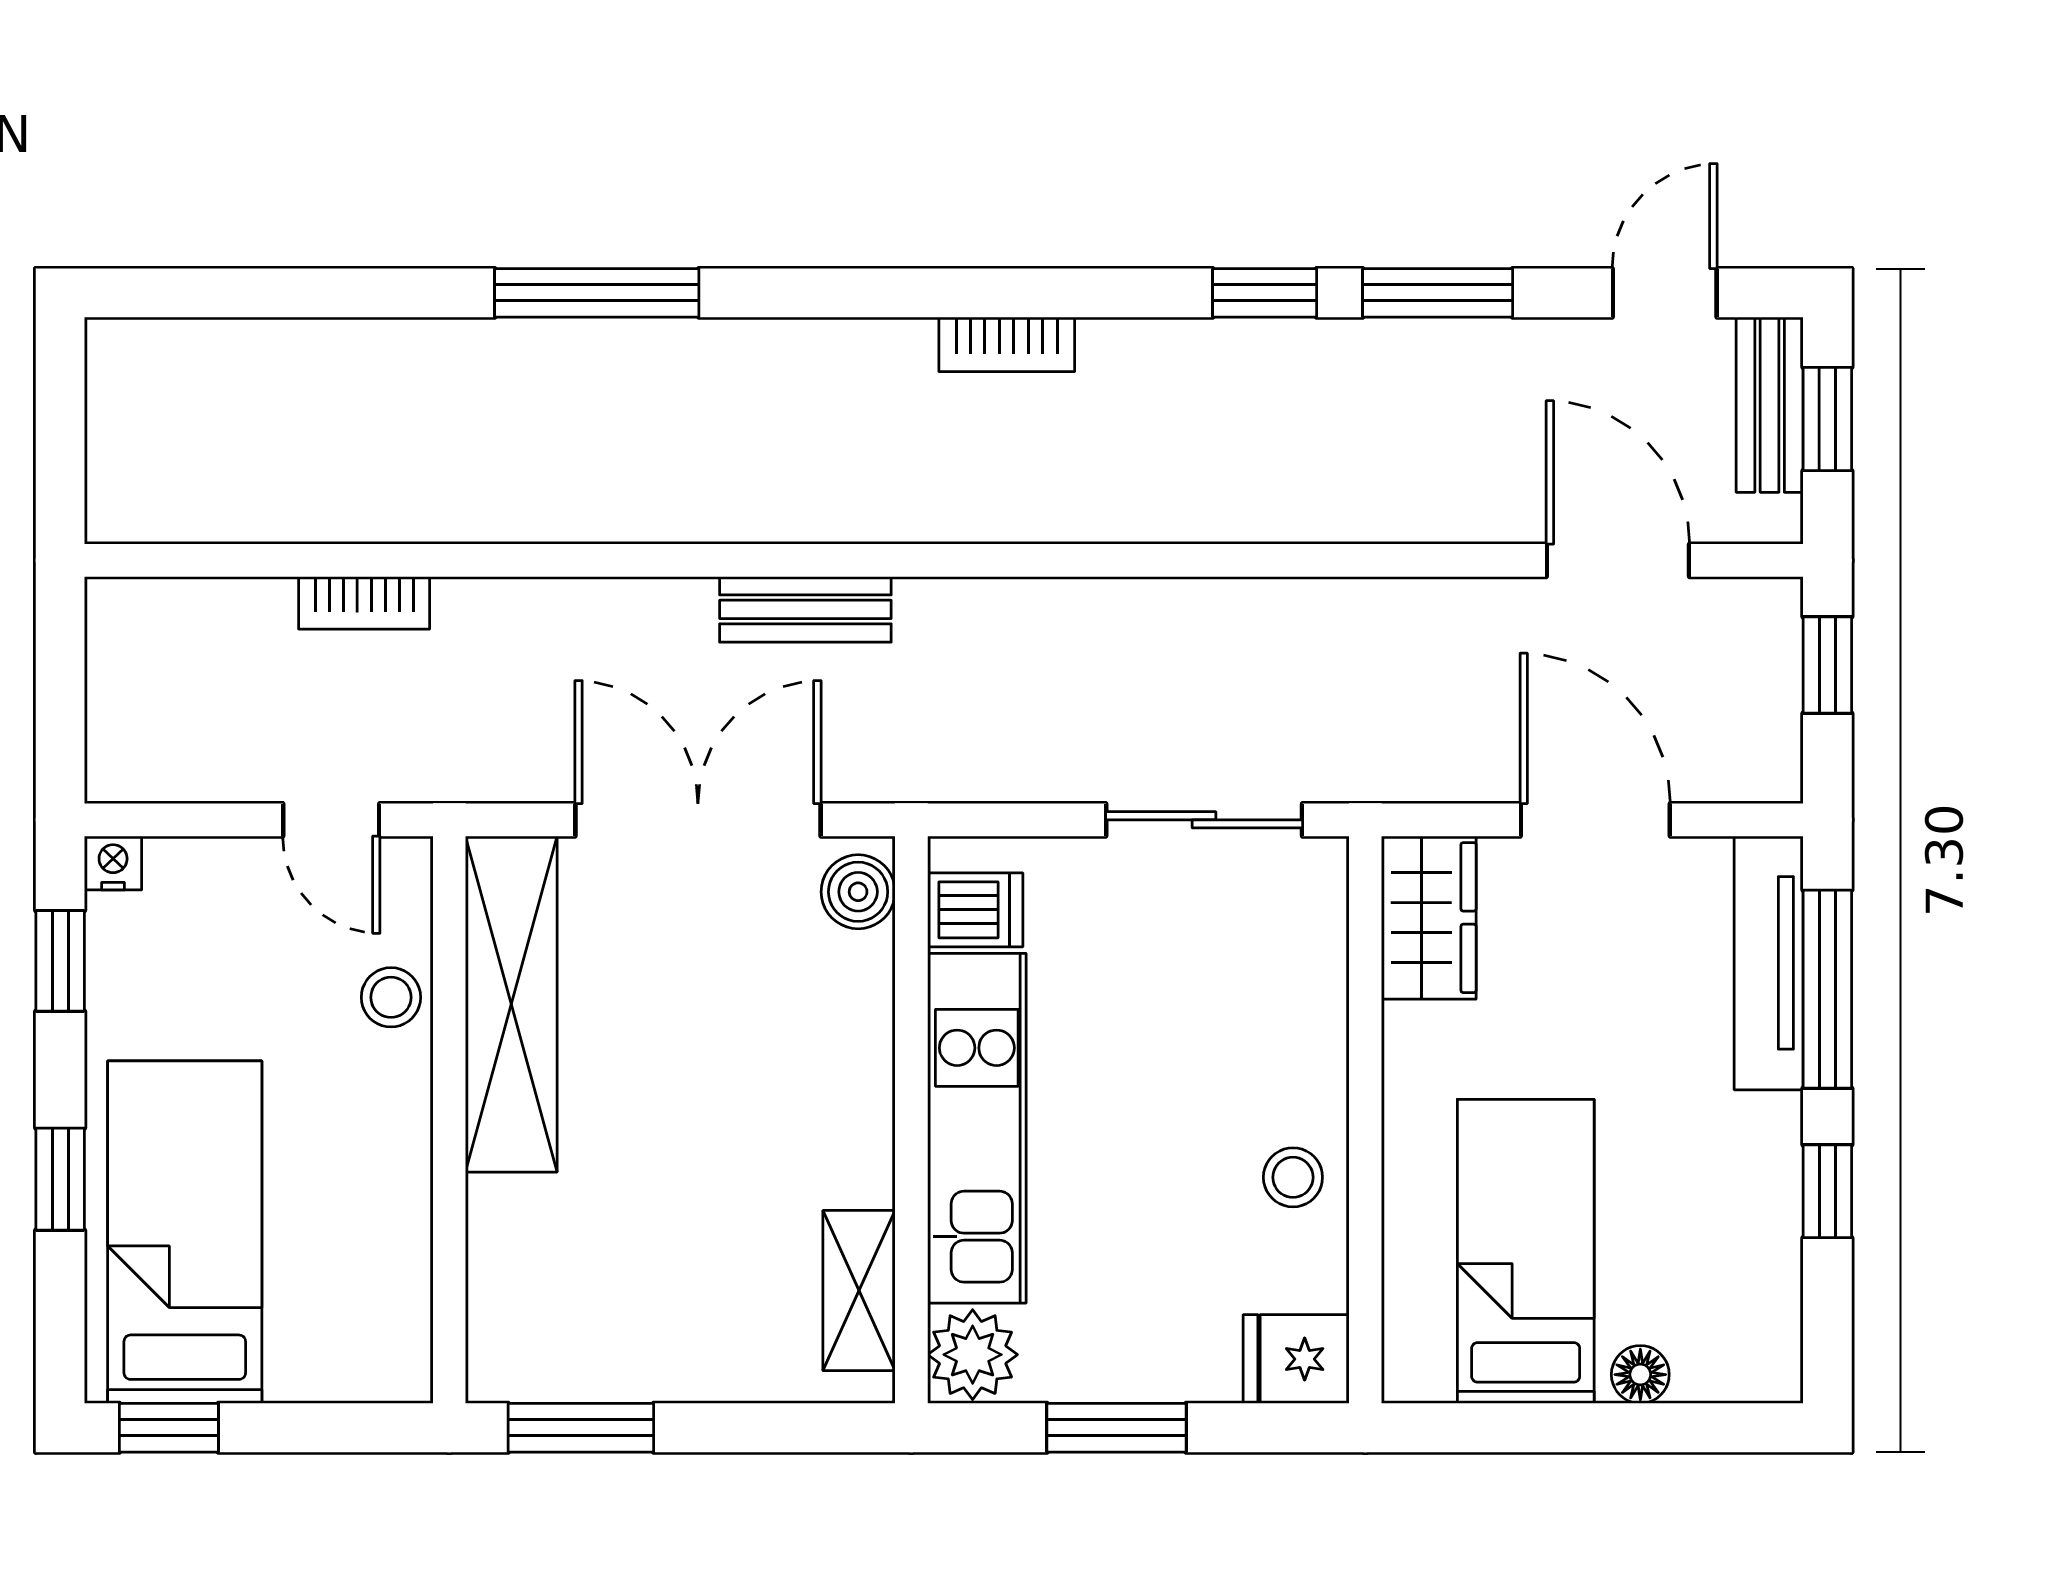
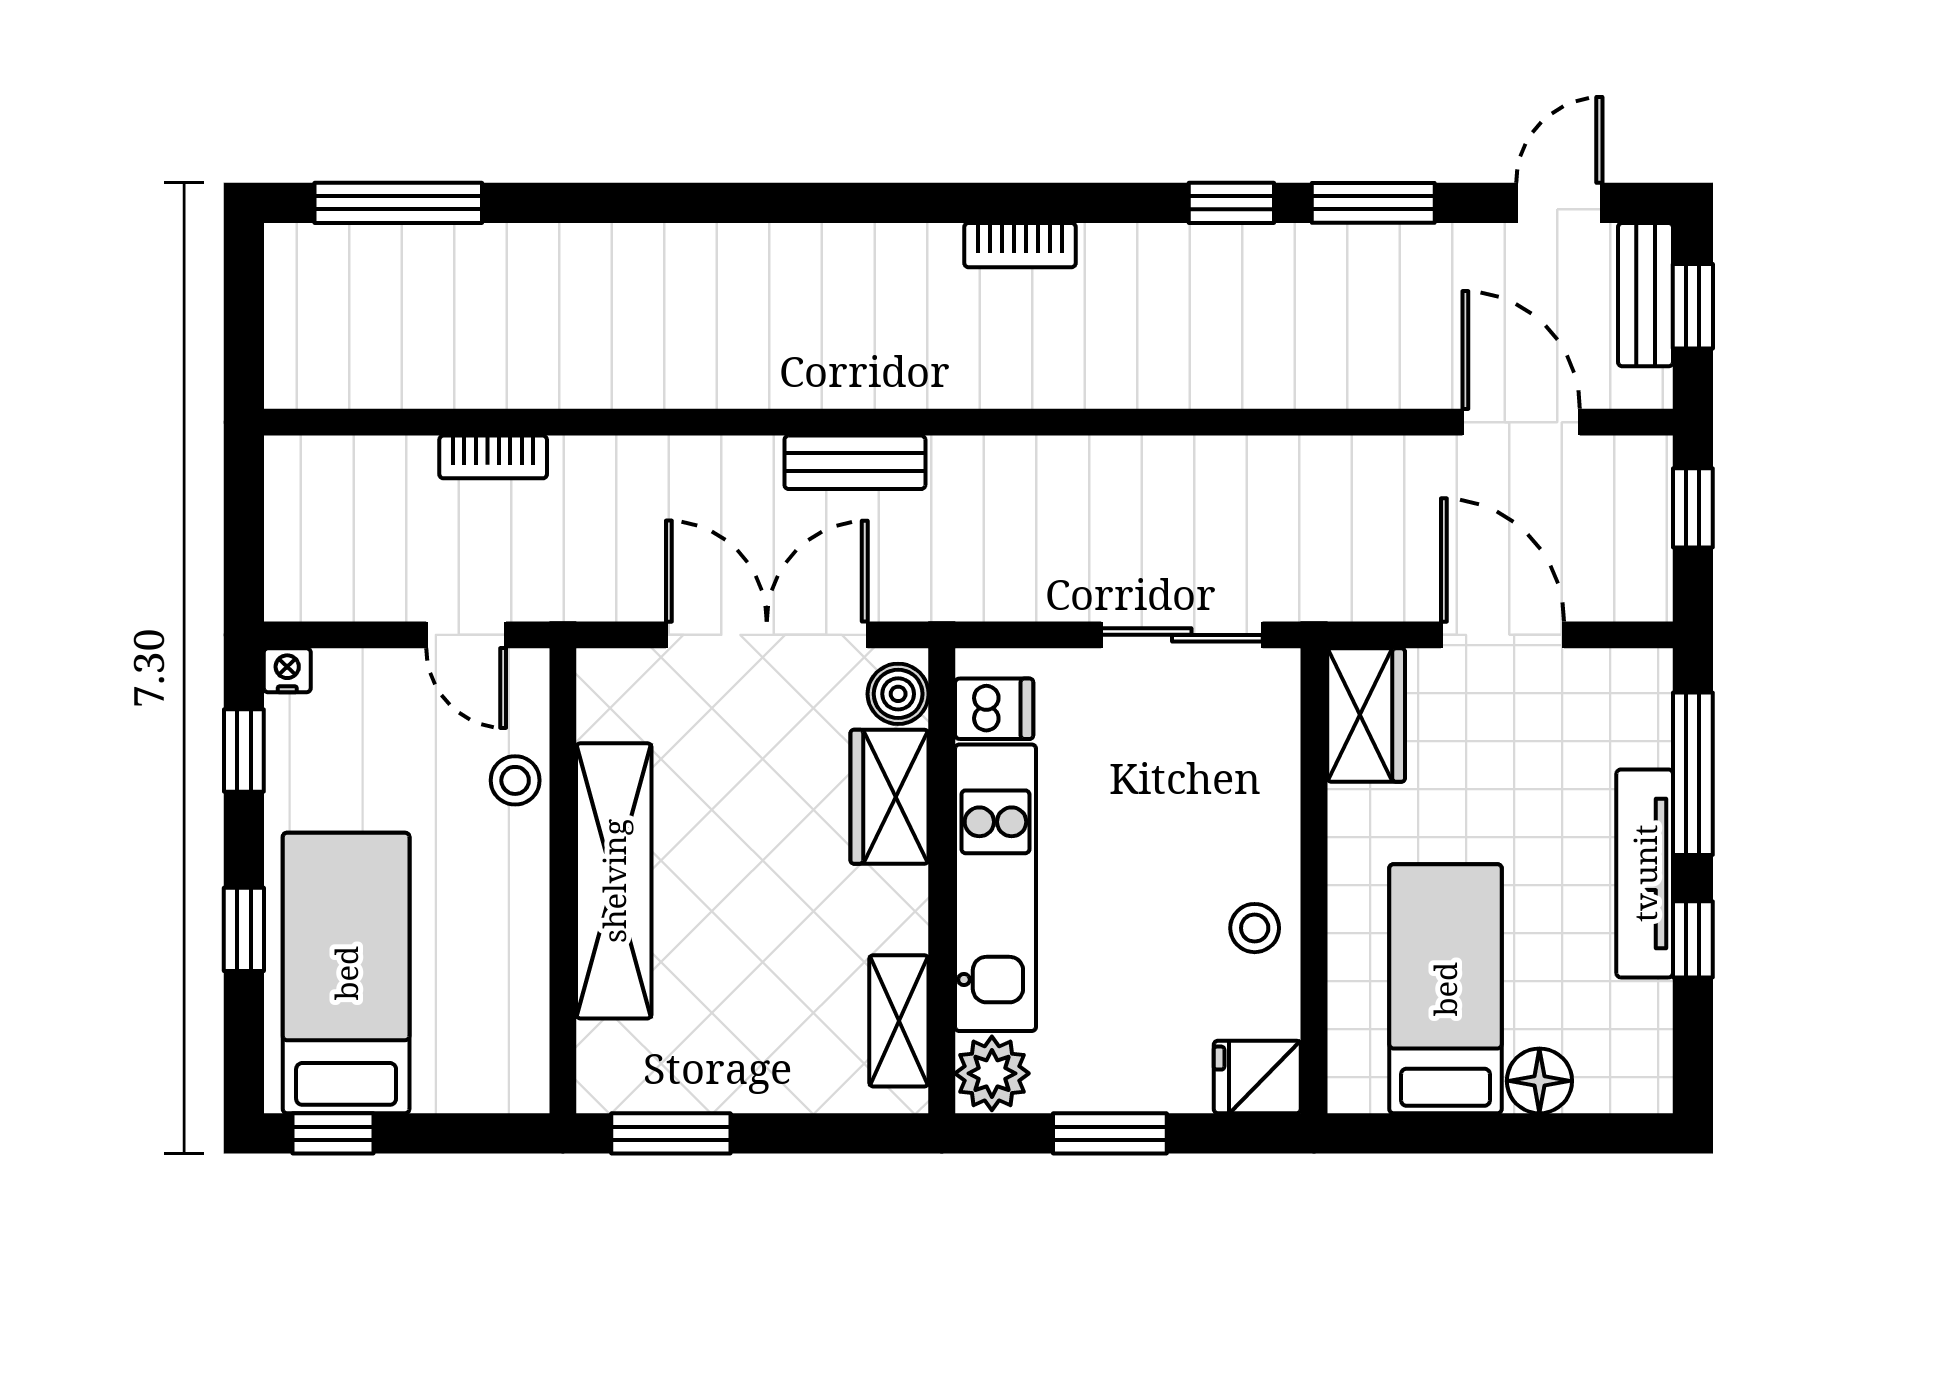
window: (597, 293) -> (398, 203), moved
tv unit: (1769, 963) -> (1645, 873), moved
shelving: (511, 1004) -> (614, 881), moved
wardrobe: (848, 1017) -> (890, 797), added
floor lamp: (1640, 1375) -> (1539, 1081), width x1.37, depth x1.37

